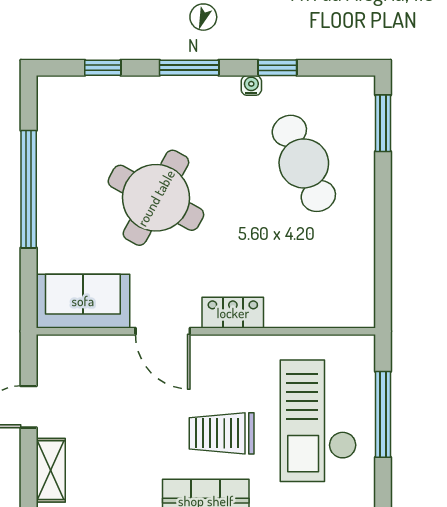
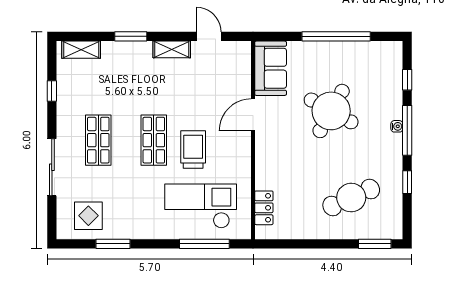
window: (189, 68) -> (407, 130), width x1.44
water cooler: (251, 85) -> (397, 126), moved
locker: (233, 313) -> (264, 208), moved

